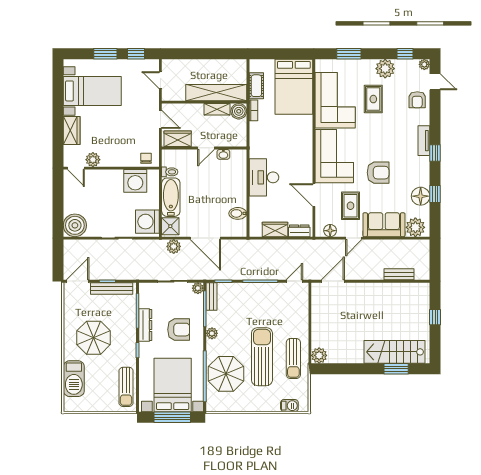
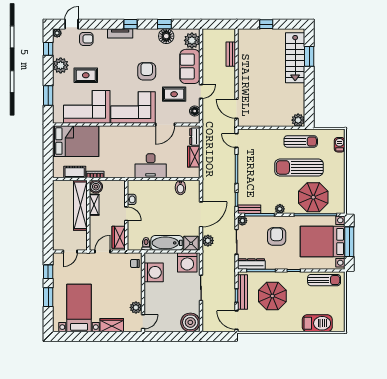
door: (354, 238) -> (201, 91), hinge flipped
dresser: (145, 325) -> (251, 264), moved
parasol: (94, 338) -> (272, 296), moved

